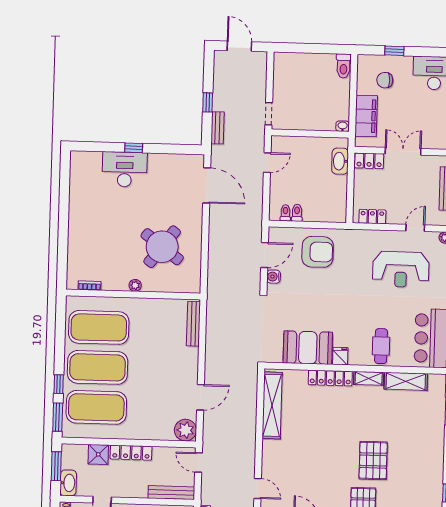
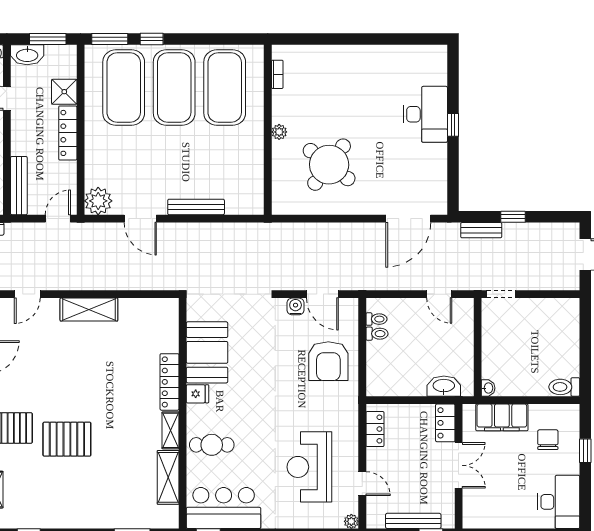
bench: (193, 324) -> (196, 207), moved
shelving: (272, 405) -> (89, 310), moved, width x0.68

